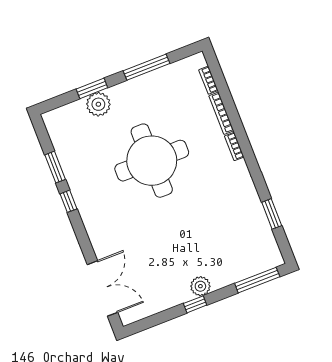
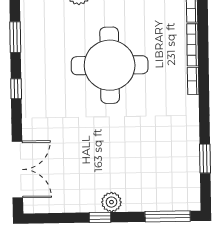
window: (69, 201) -> (16, 89), moved

